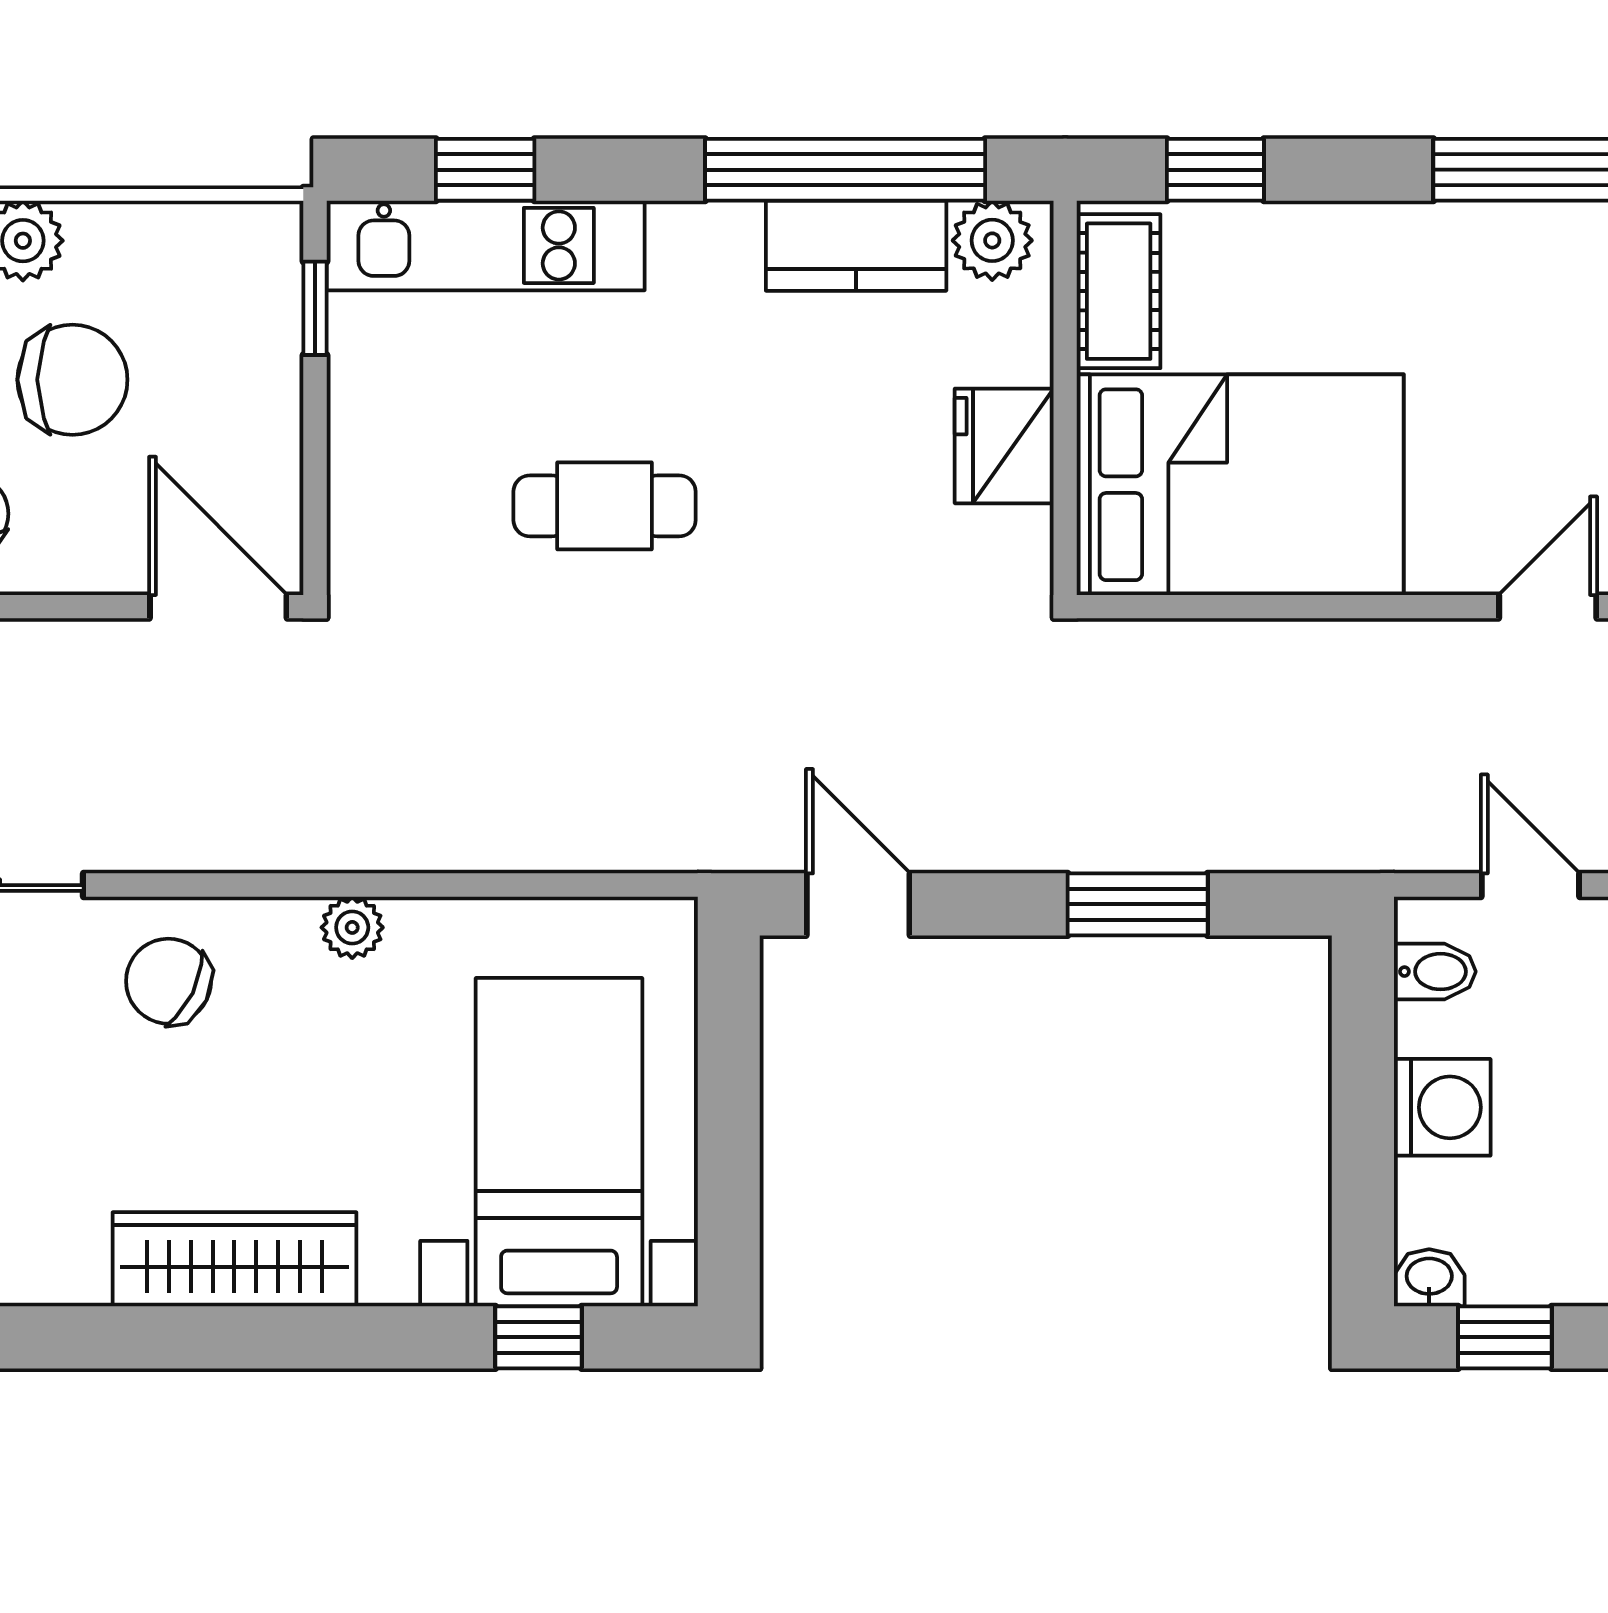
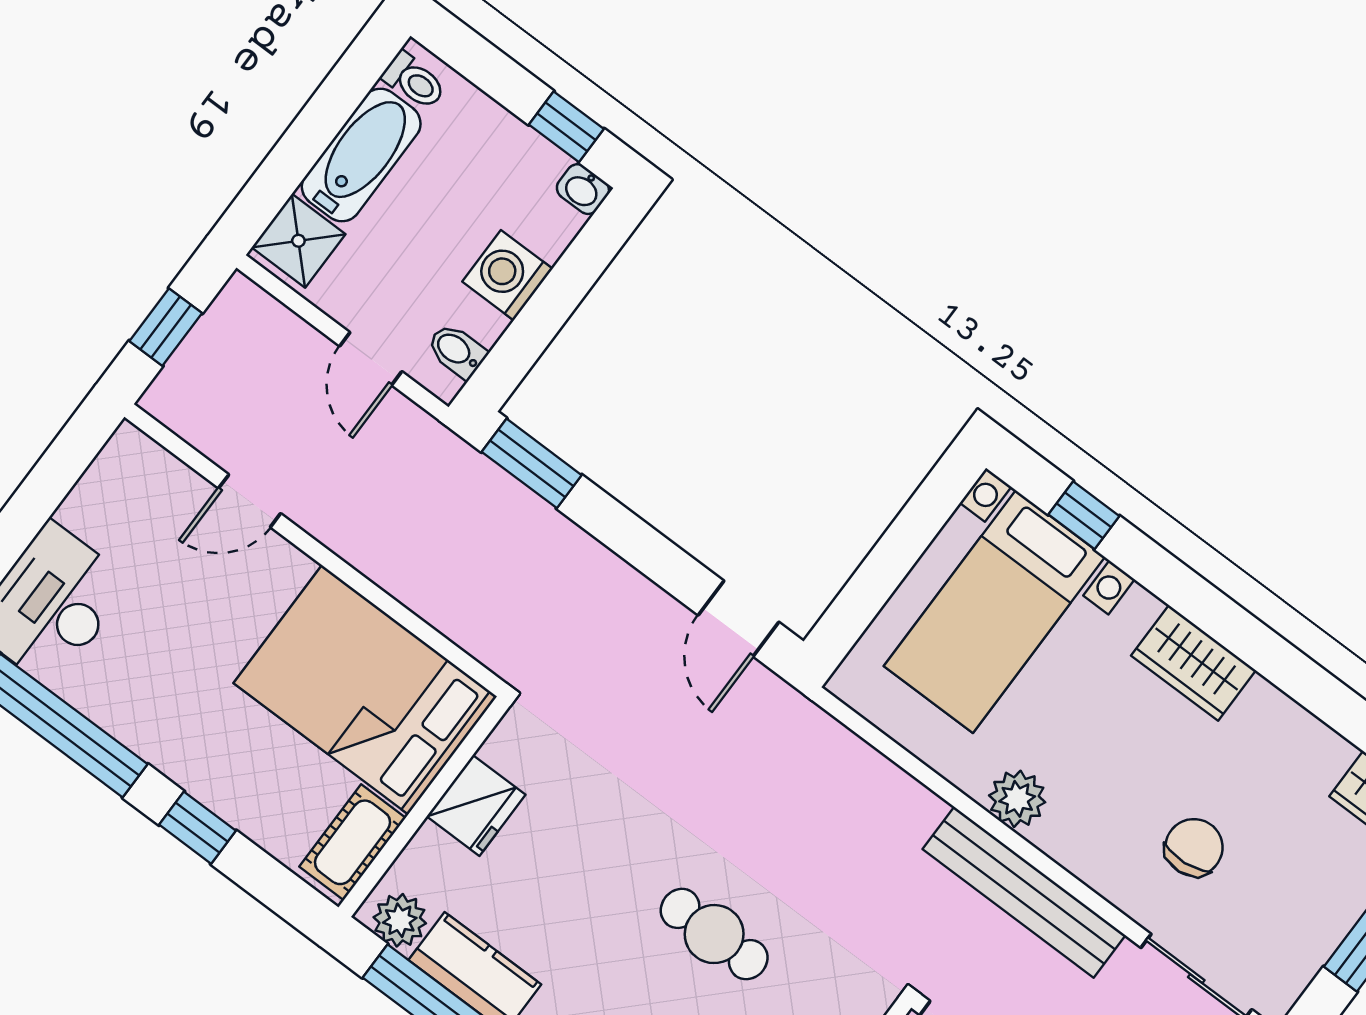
window: (1215, 170) -> (198, 828), moved
bench: (272, 834) -> (1024, 892), added
window: (1138, 904) -> (532, 463), moved
plant: (352, 927) -> (1017, 799), width x1.38, depth x1.38
chair: (169, 981) -> (1194, 847), moved, turned -121
wardrobe: (234, 1259) -> (1193, 663), width x0.67

